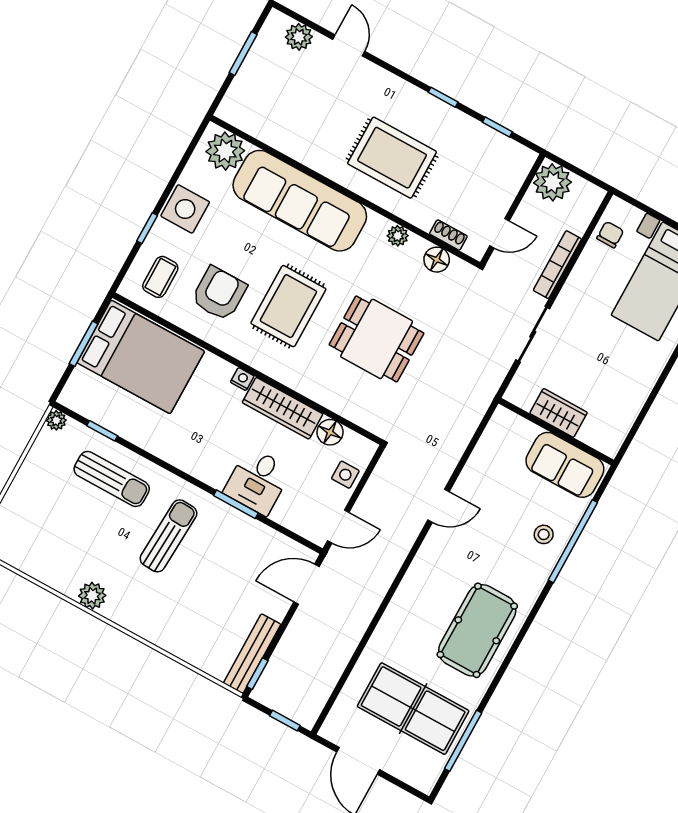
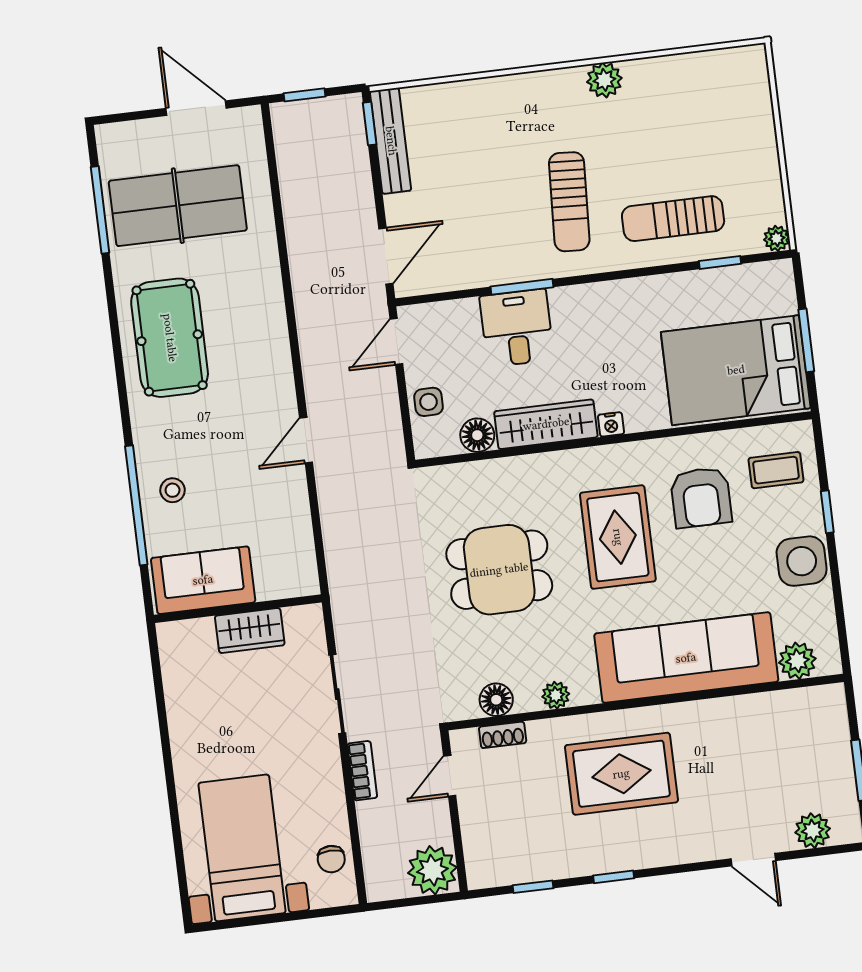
plant: (225, 151) -> (797, 661), width x0.73, depth x0.73
bookcase: (557, 265) -> (362, 771), width x0.64
coffee table: (160, 277) -> (776, 470), turned 90

